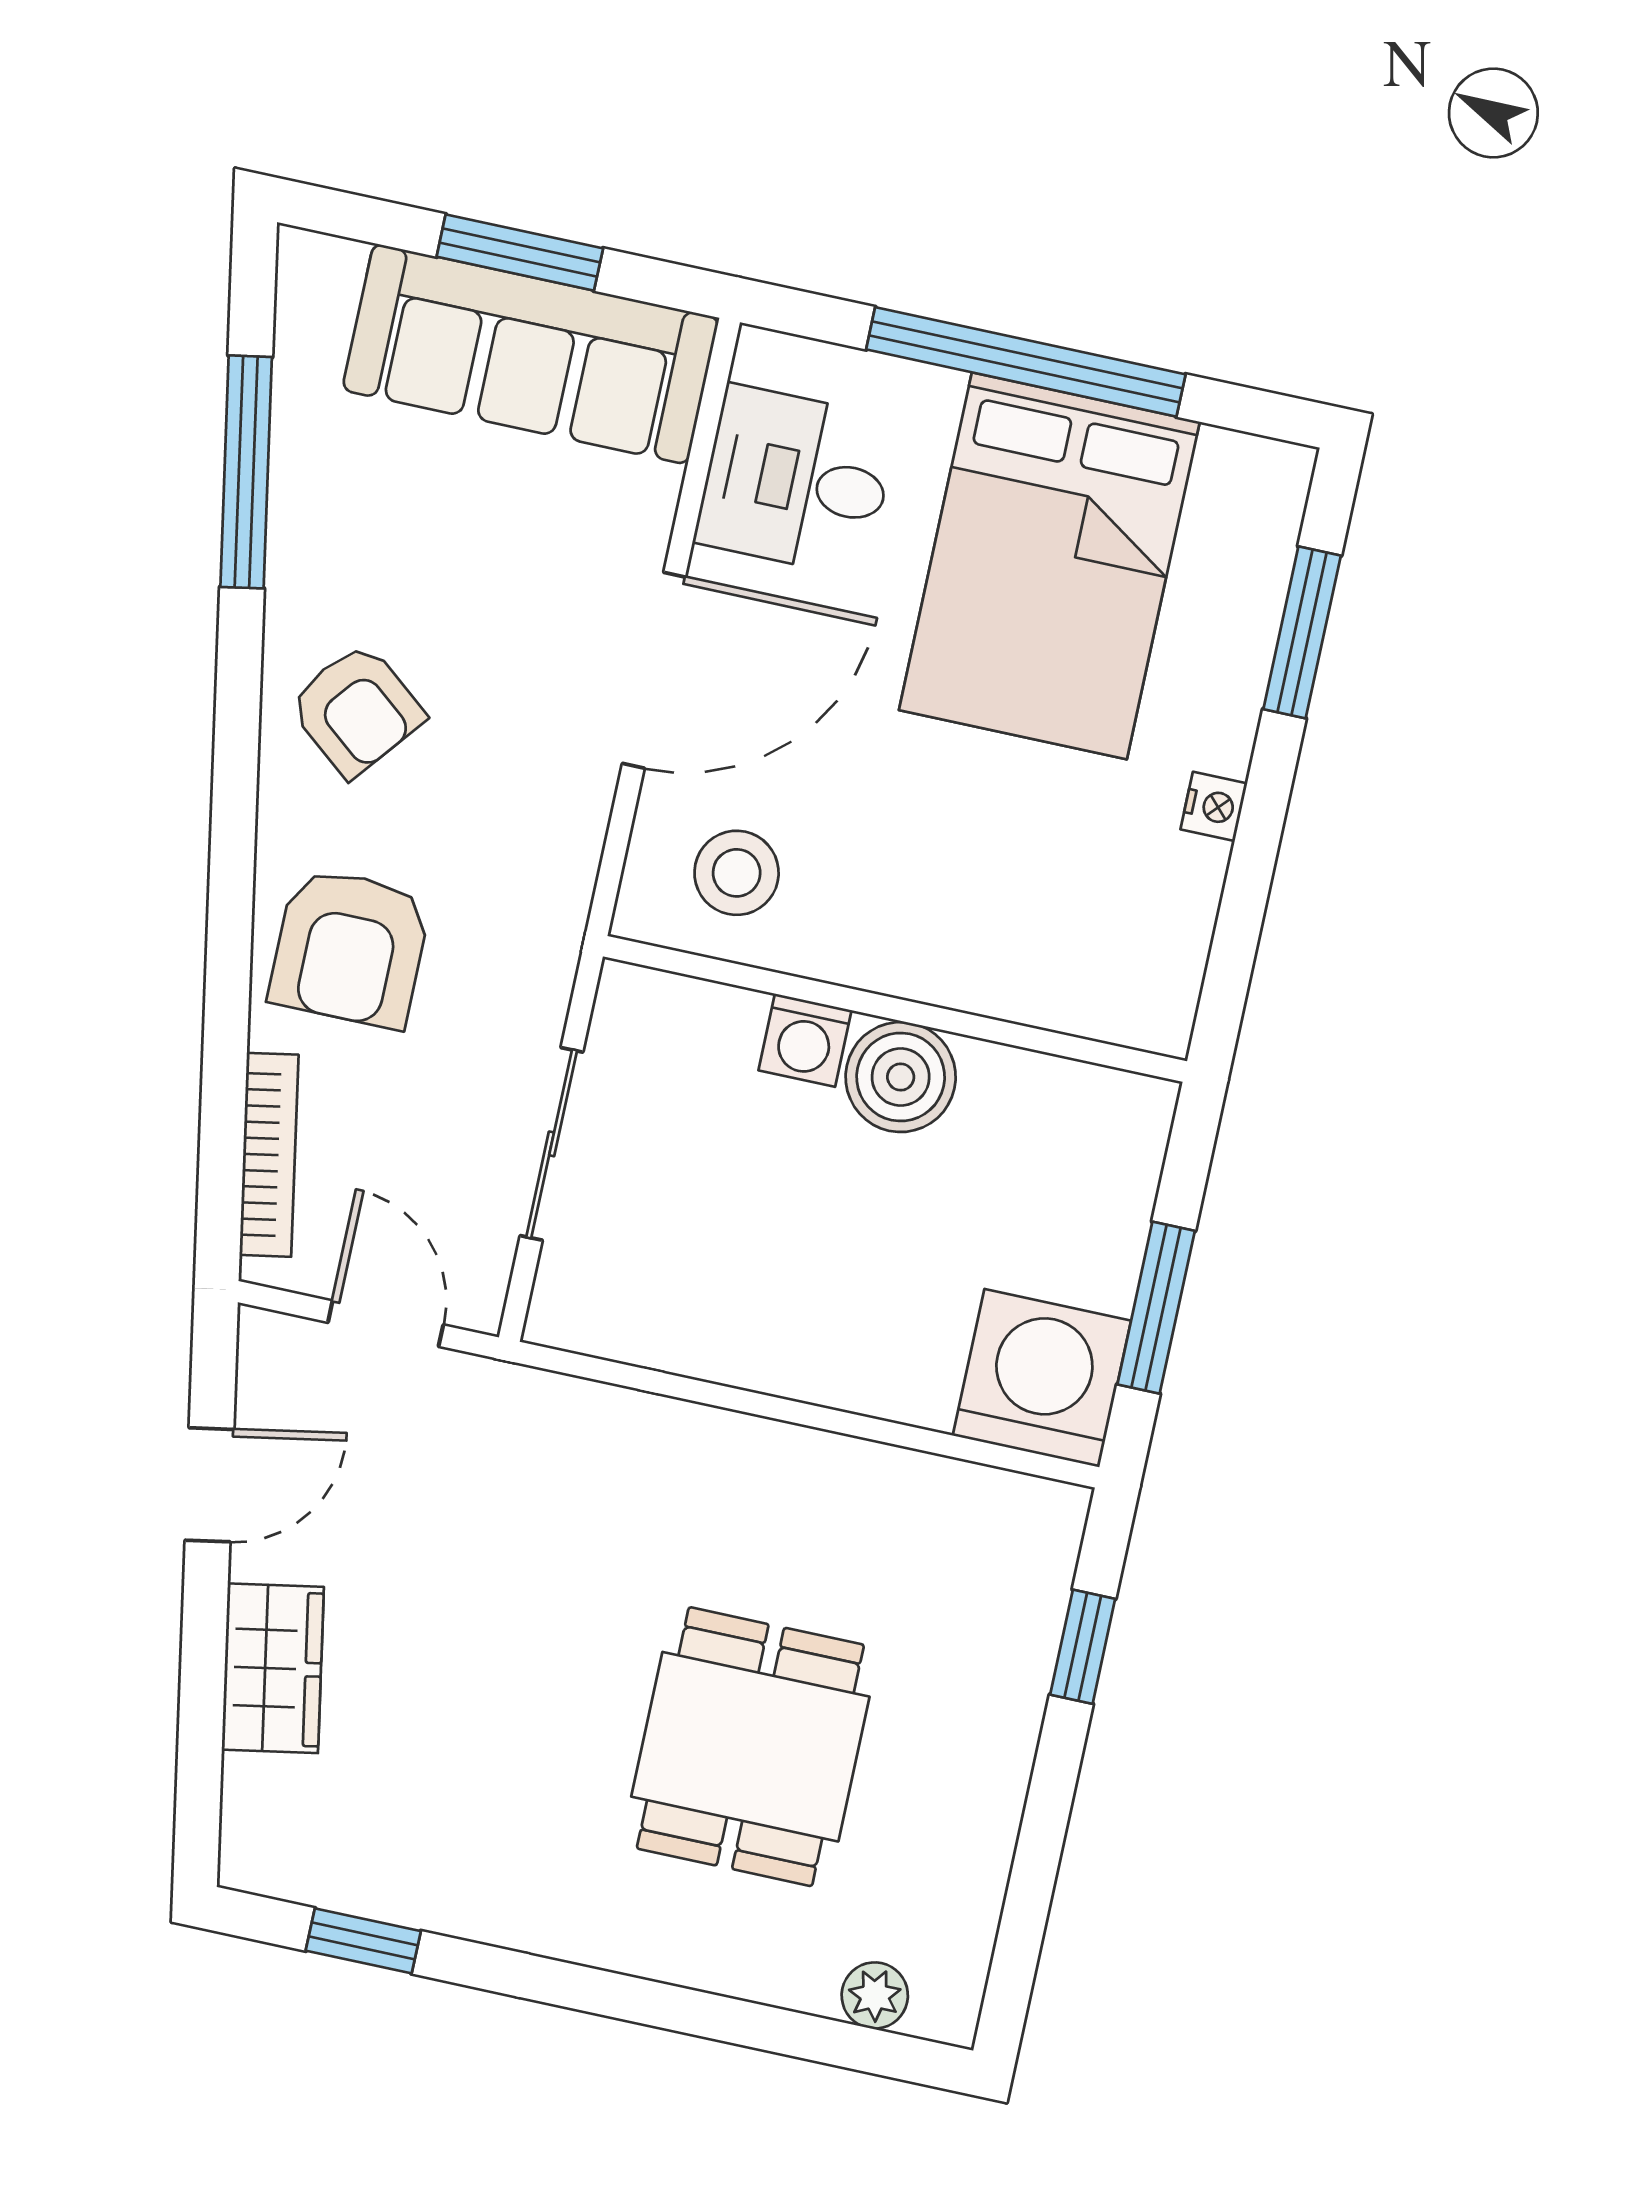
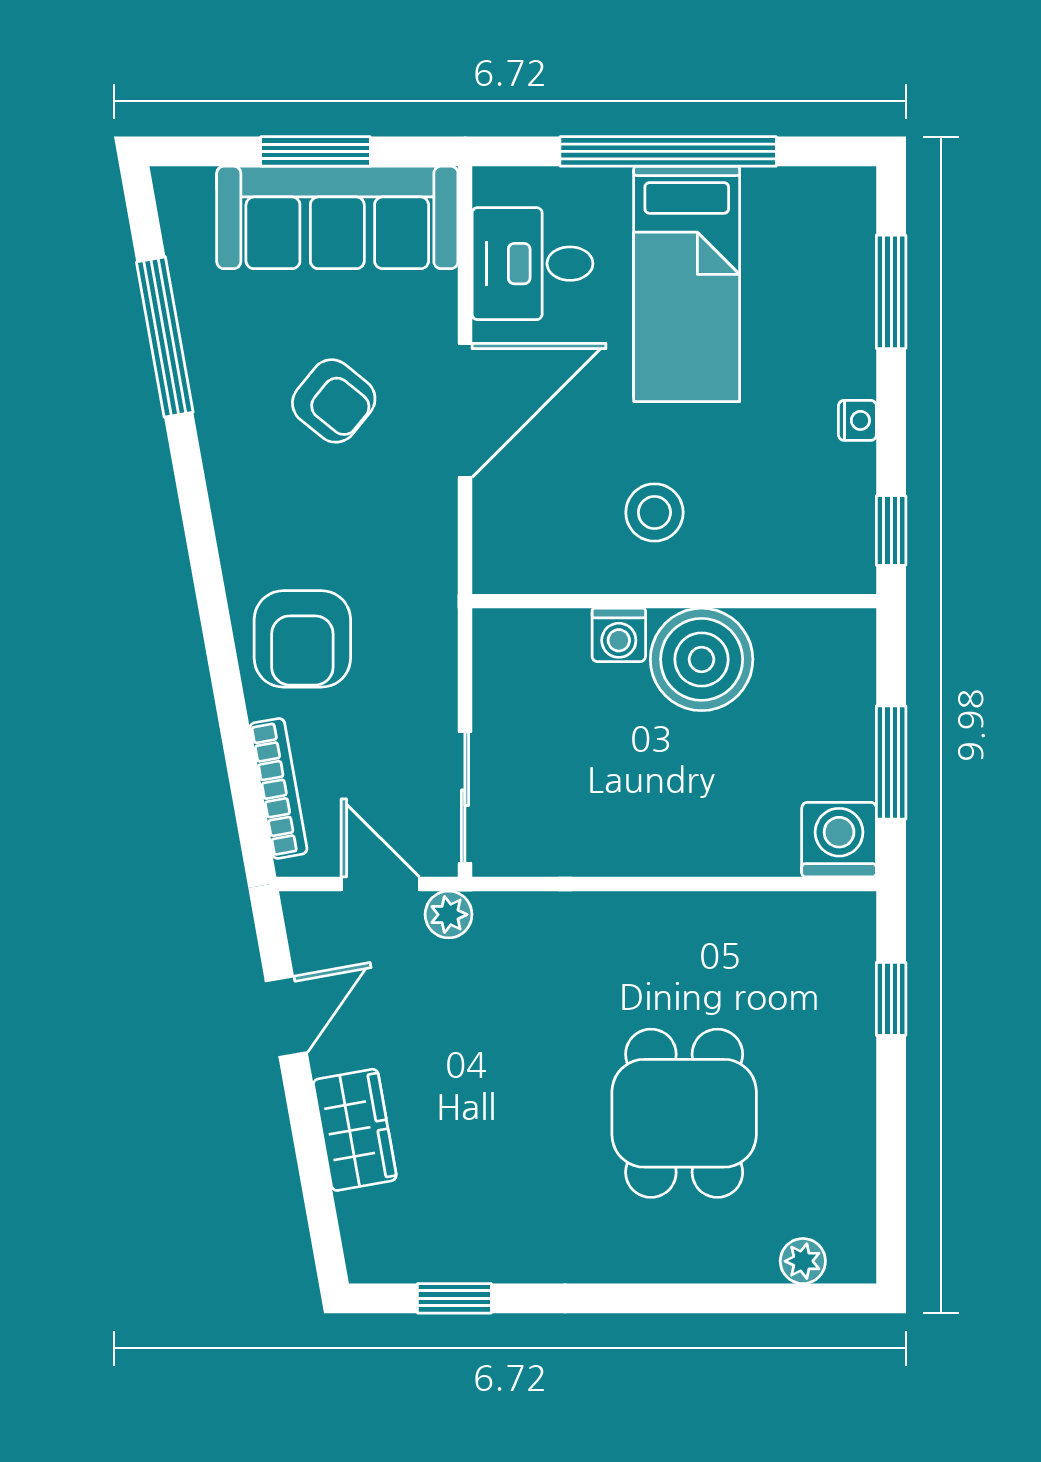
bed: (1049, 566) -> (687, 284), width x0.67
armchair: (356, 710) -> (334, 401), moved
stool: (737, 873) -> (654, 512), moved
window: (1228, 975) -> (891, 530), added
boiler: (901, 1077) -> (702, 659), width x1.37, depth x1.37
sliding door: (552, 1144) -> (465, 798), moved
washing machine: (1042, 1378) -> (839, 840), width x0.73, depth x0.73
plant: (474, 1388) -> (449, 915), added

